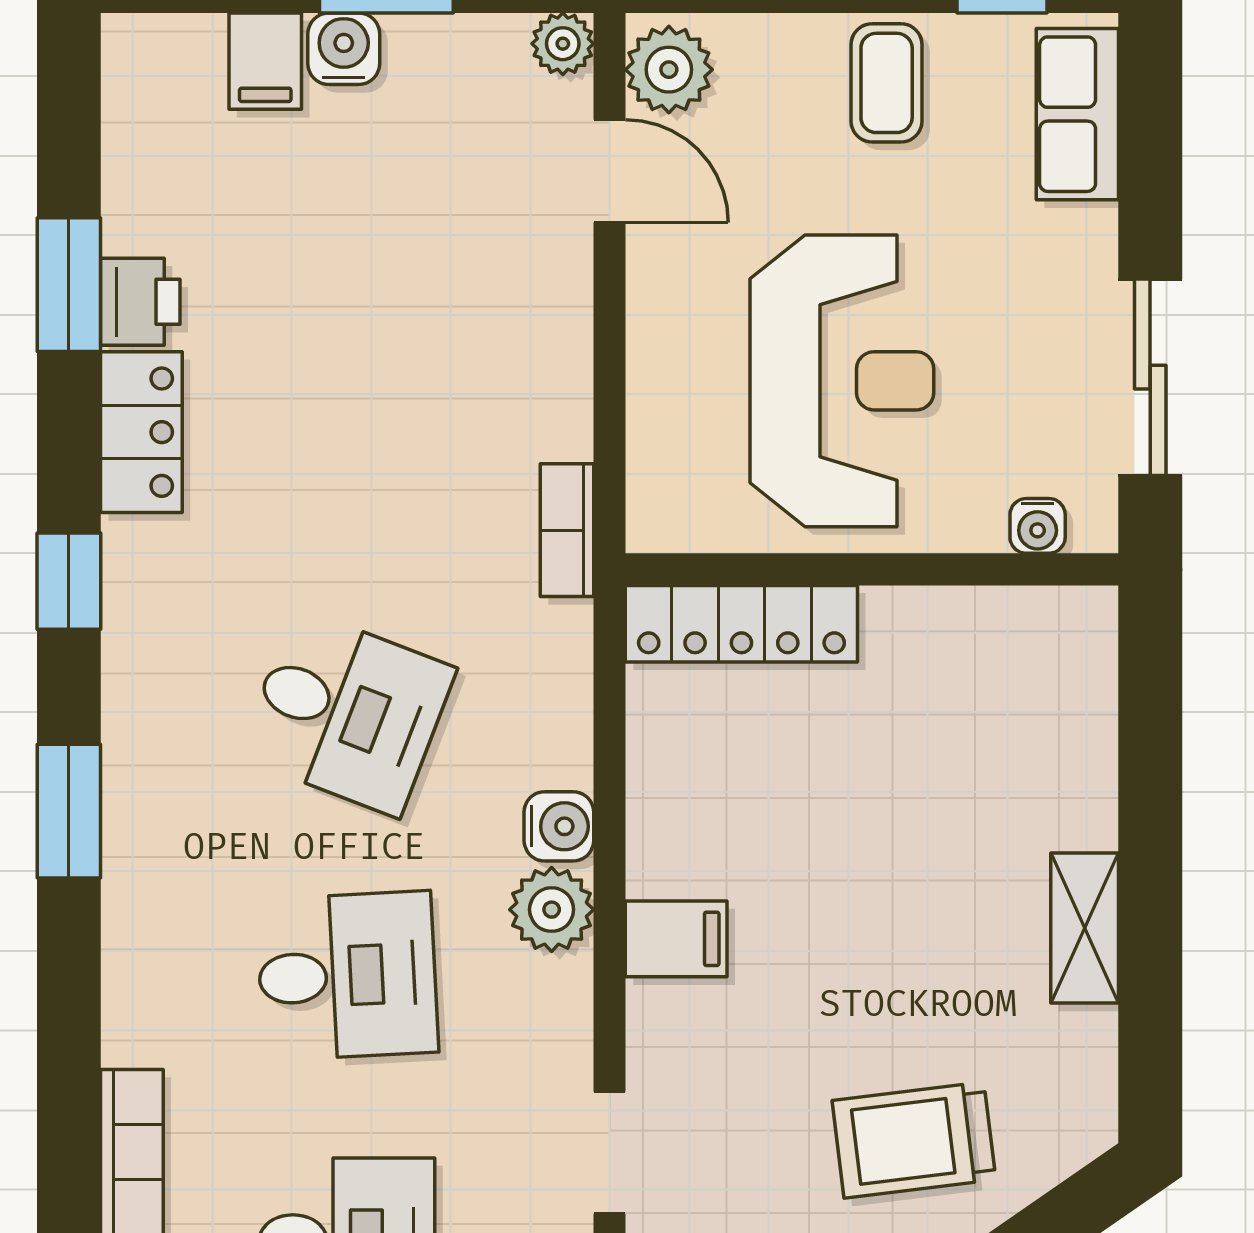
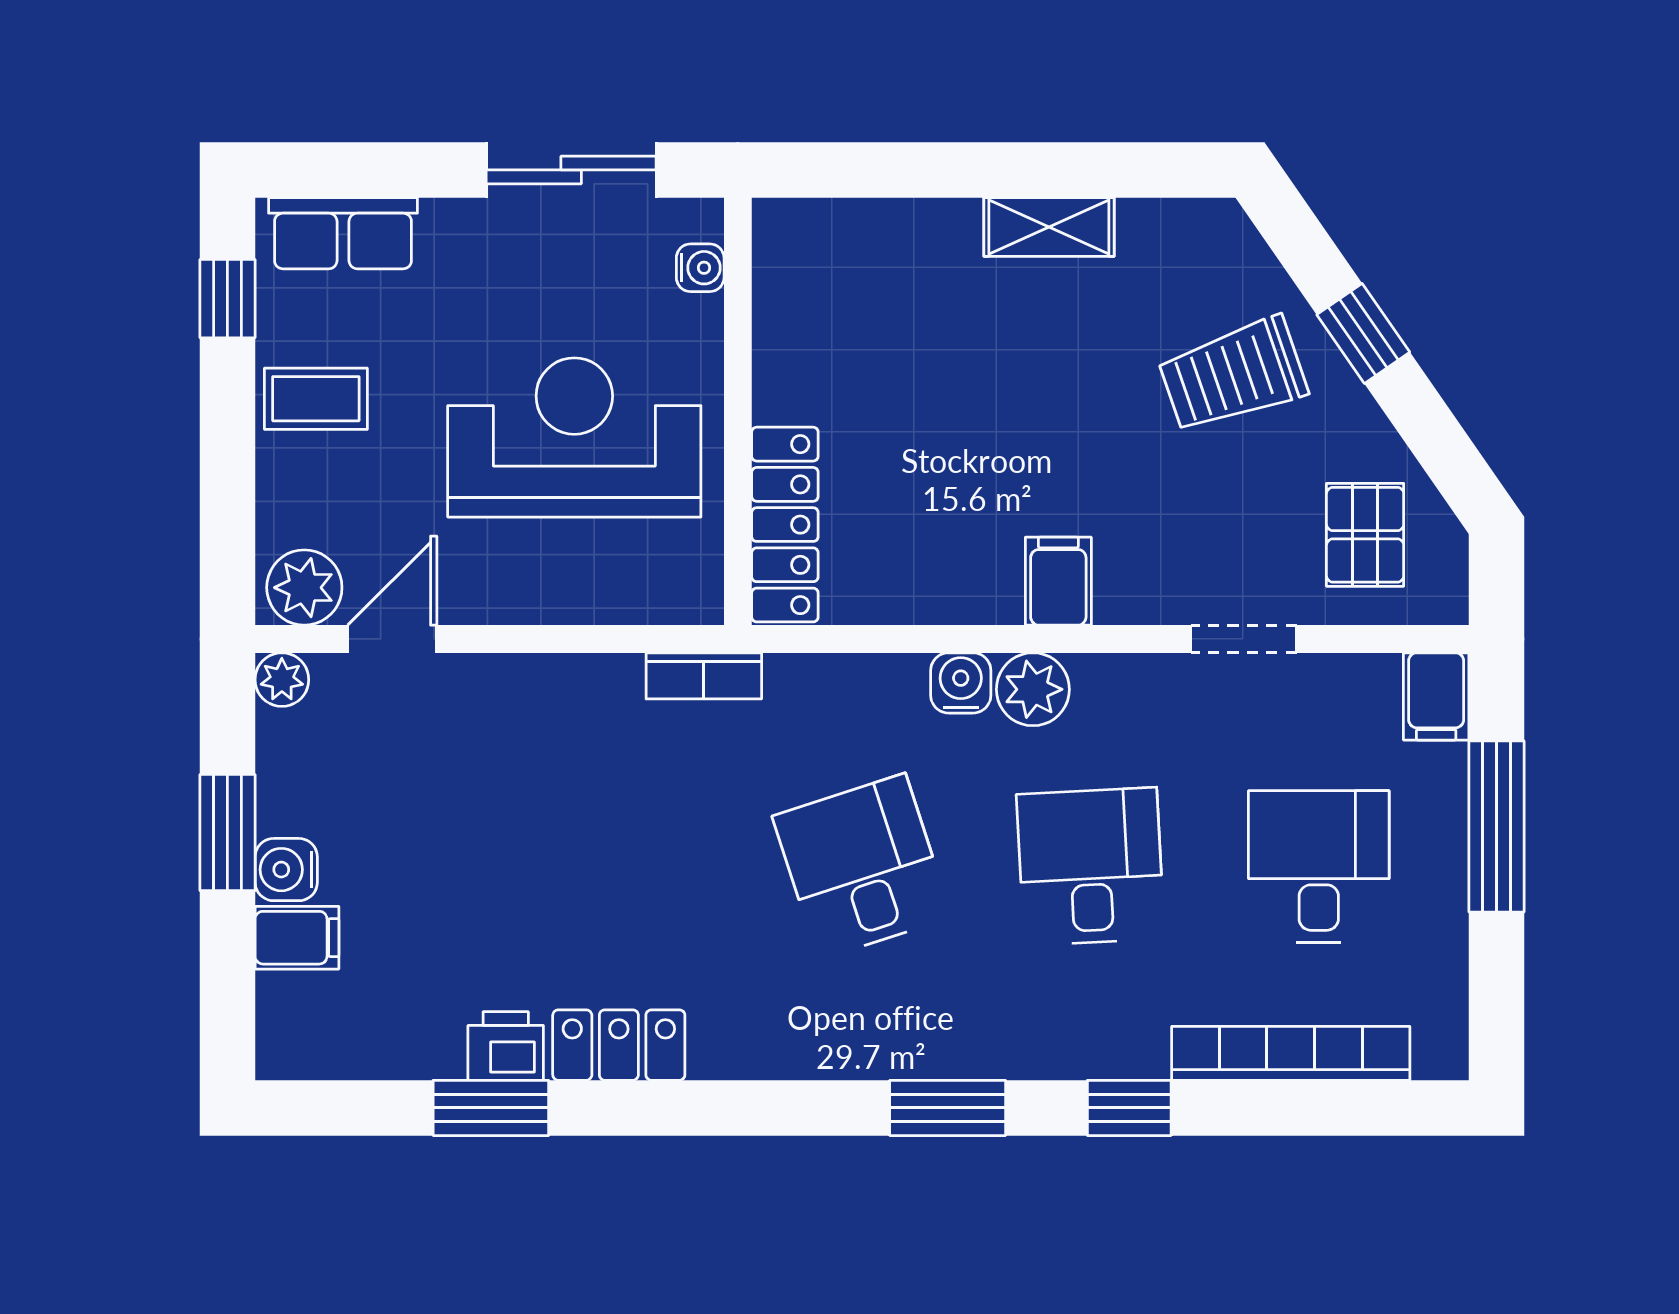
window: (69, 581) -> (1129, 1108), moved
desk: (347, 712) -> (862, 867), turned -39
trolley: (914, 1140) -> (1233, 375), turned 78

